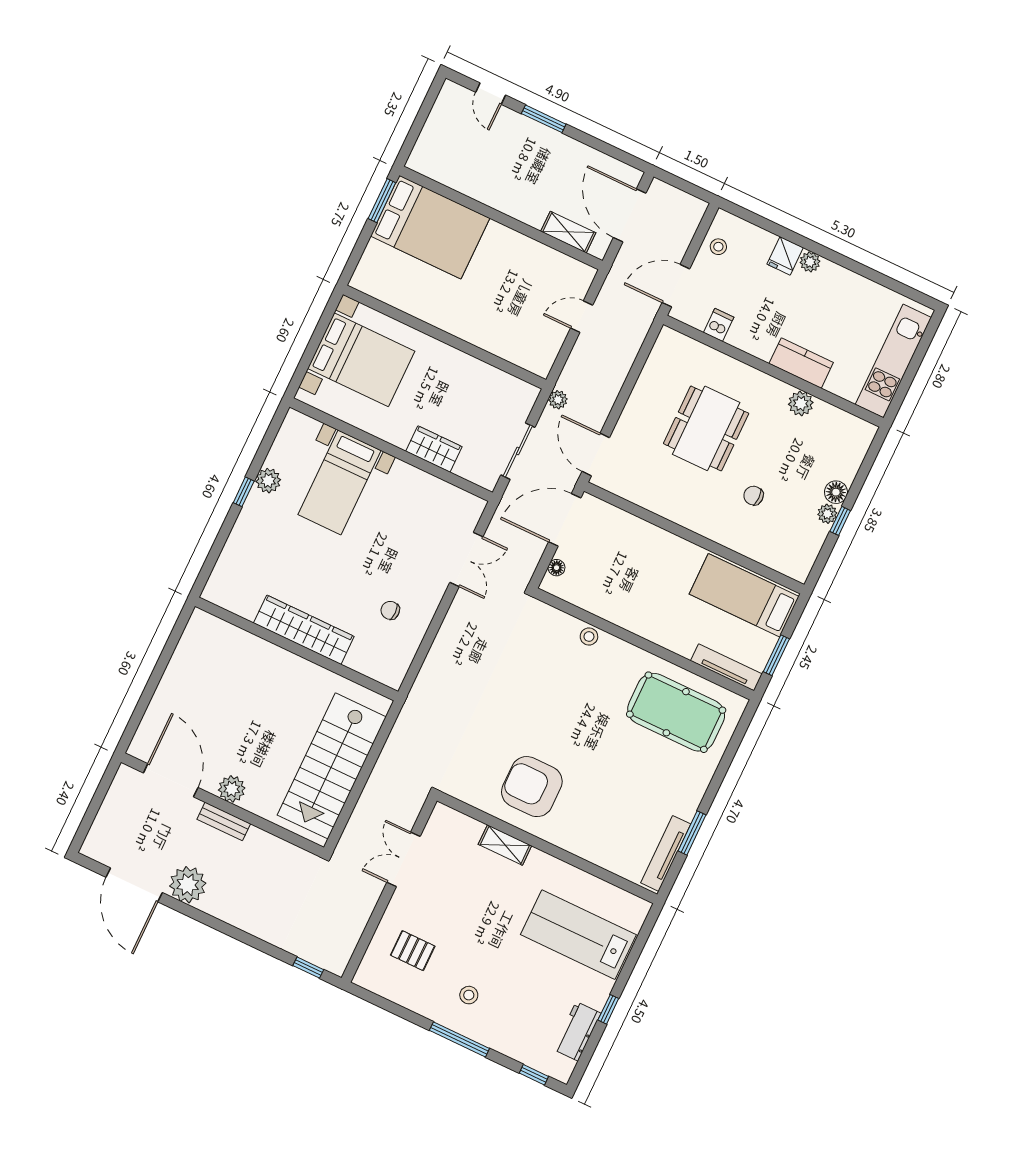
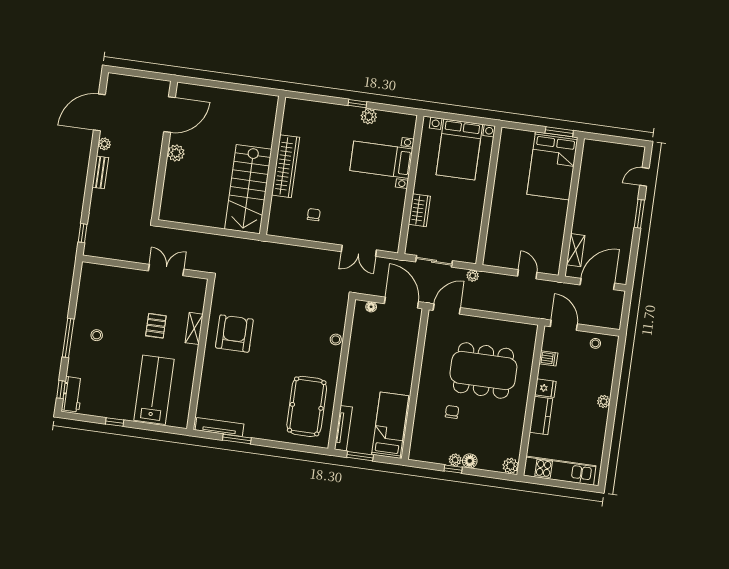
fridge: (785, 256) -> (545, 388), moved, turned 180
plant: (801, 403) -> (511, 466), moved
dining table: (706, 428) -> (483, 371), width x1.36, depth x1.24
stairs: (332, 766) -> (248, 189), moved, turned -90
bench: (224, 821) -> (100, 172), moved
plant: (188, 885) -> (104, 144), width x0.53, depth x0.53
pallet: (413, 951) -> (156, 326), moved
workbench: (577, 1031) -> (72, 394), moved, turned 90

